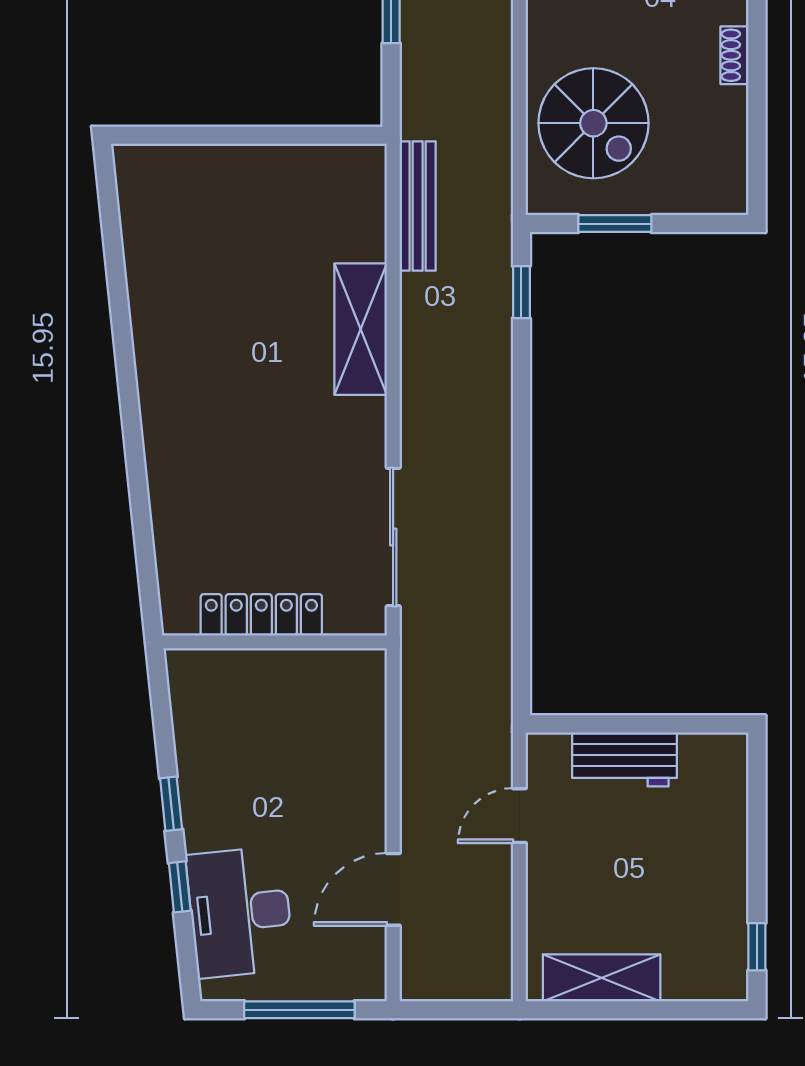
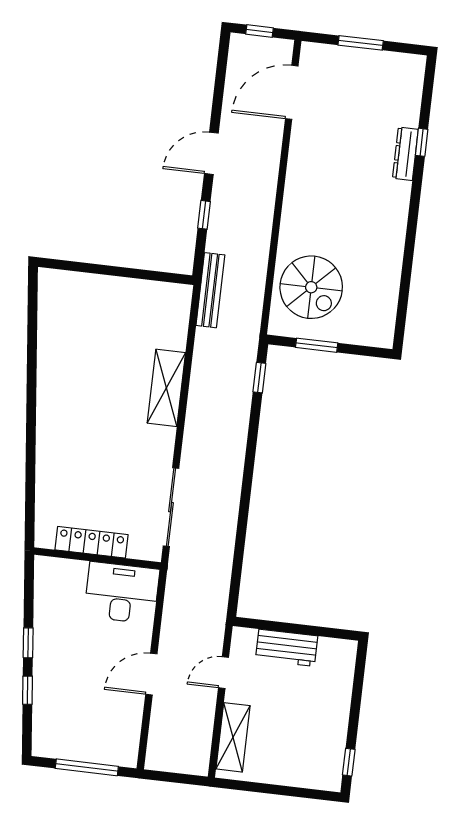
shoe rack: (734, 55) -> (395, 258), removed
bench: (418, 206) -> (210, 290), moved
door: (393, 889) -> (151, 674), moved
desk: (240, 912) -> (122, 593), moved, turned 96
shelving: (602, 978) -> (233, 737), moved, turned 90

